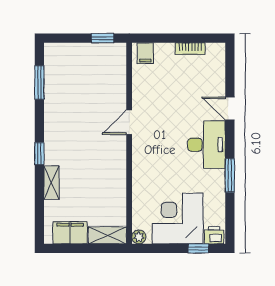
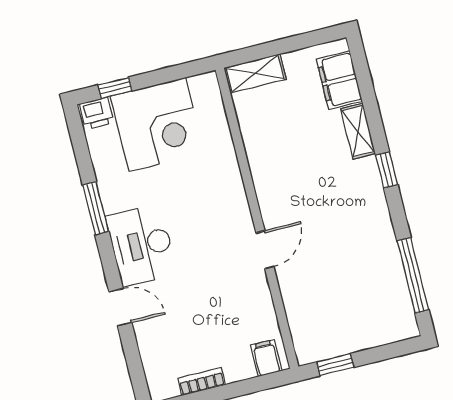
window: (39, 82) -> (413, 275), width x1.44
filing cabinet: (70, 233) -> (339, 80), moved, turned 90
plant: (139, 237) -> (208, 83), removed

